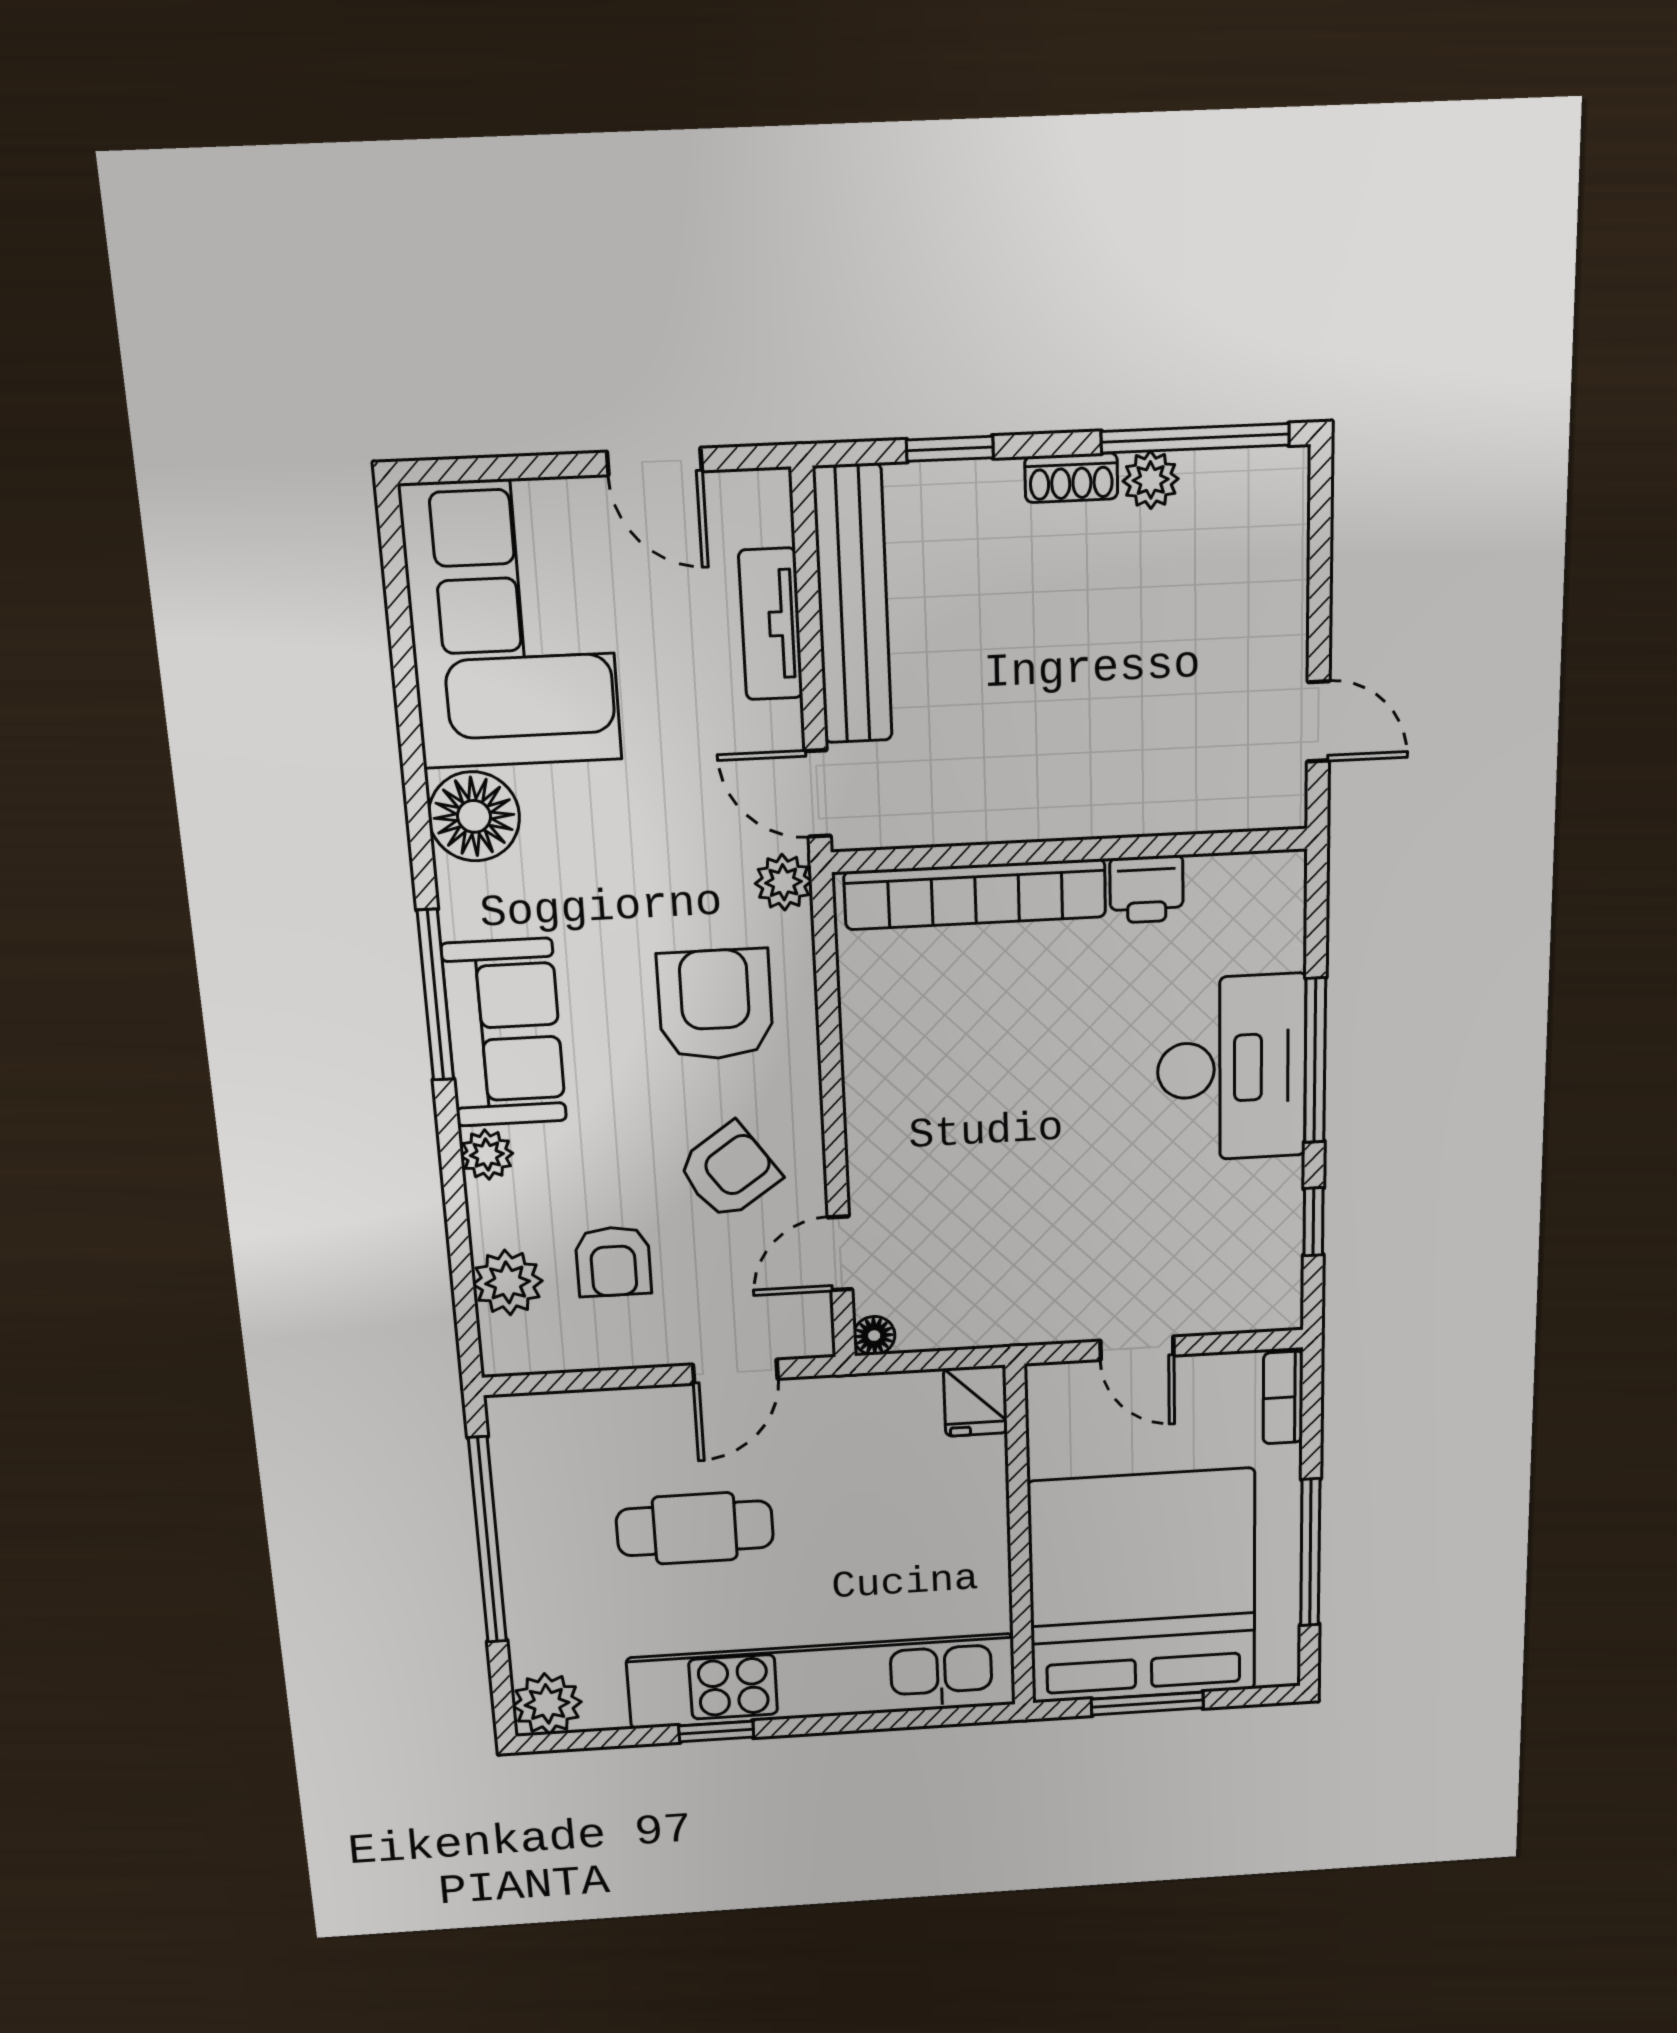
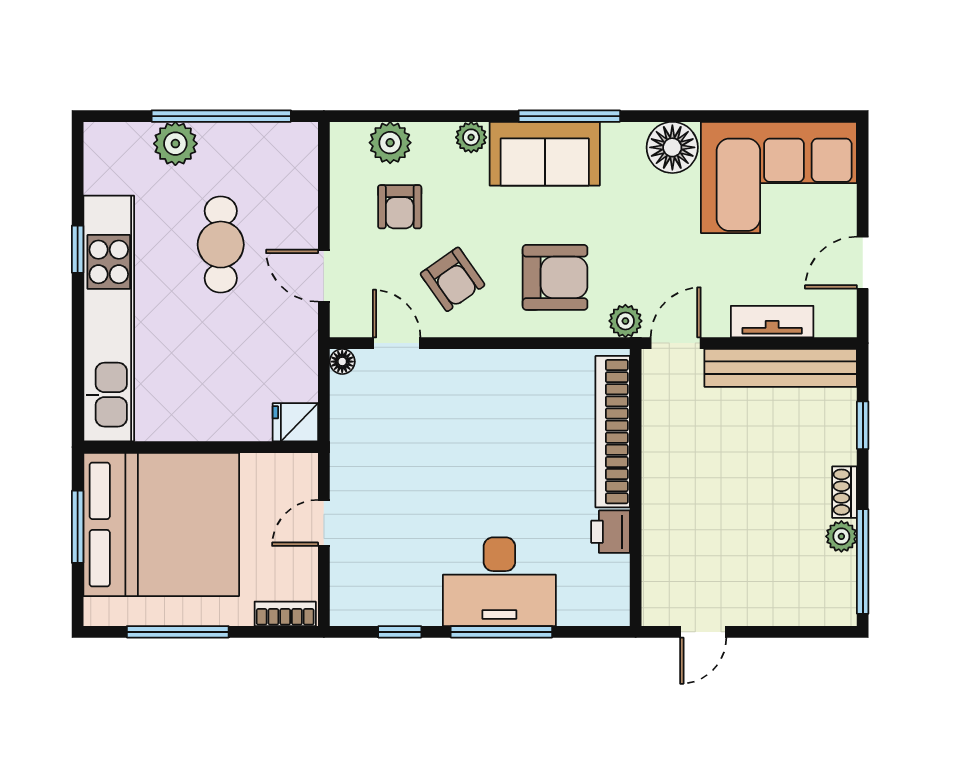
armchair: (613, 1261) -> (400, 207), turned -90
plant: (547, 1704) -> (175, 144), moved

